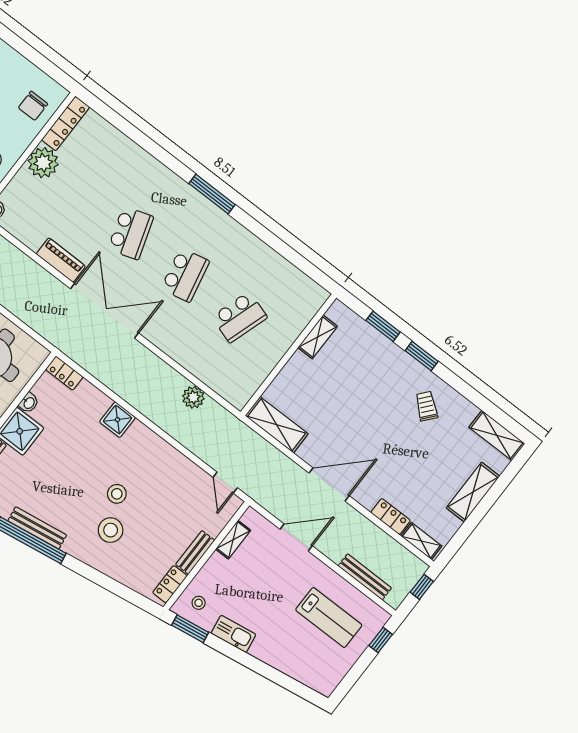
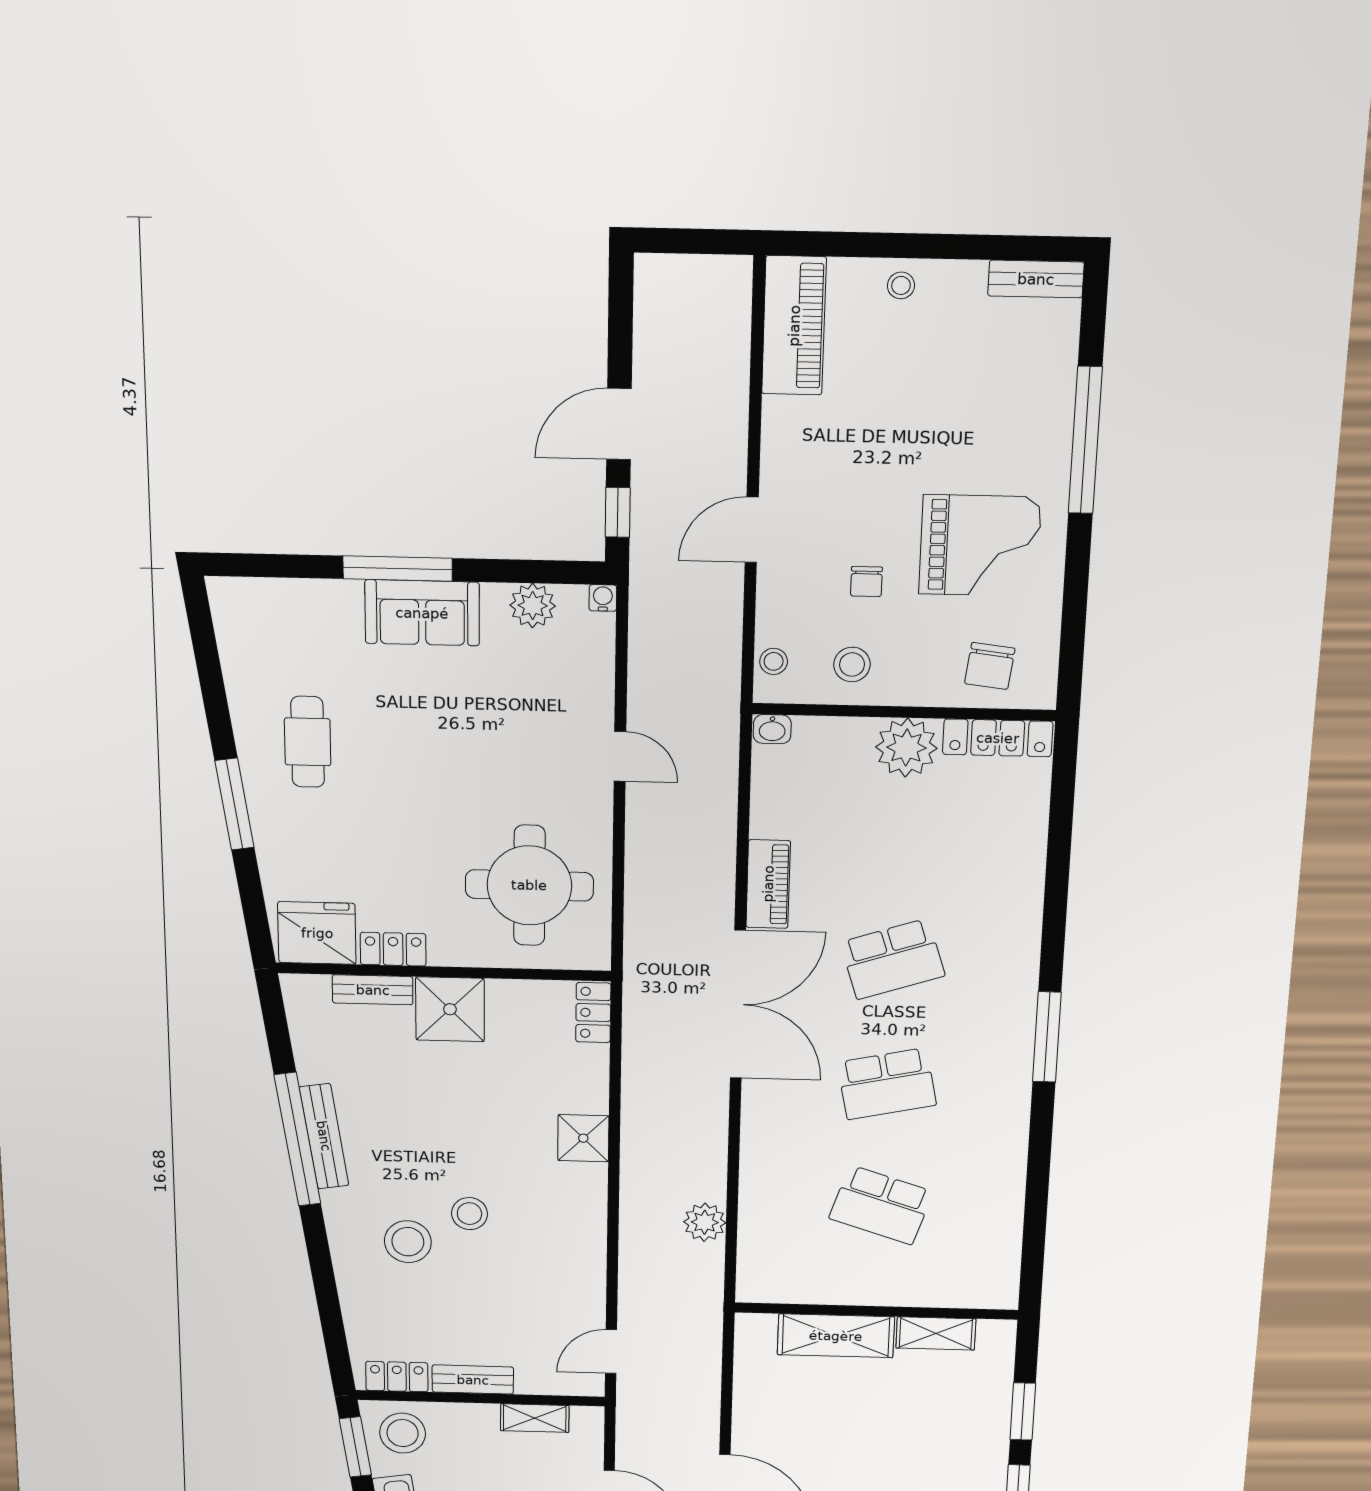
chair: (33, 106) -> (990, 666), turned -83
washbasin: (29, 403) -> (505, 992), removed
shelving: (277, 425) -> (836, 1336), moved, turned 90
stool: (199, 603) -> (403, 1433), width x1.89, depth x1.89

